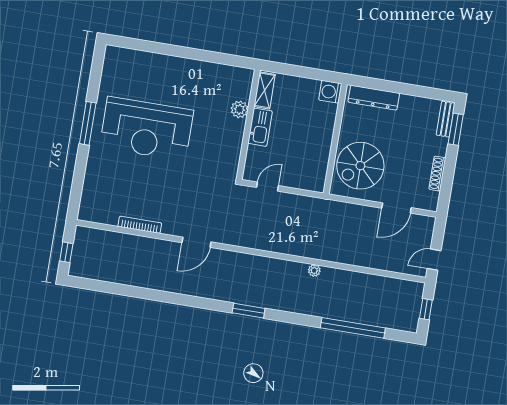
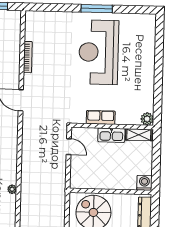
plant: (239, 109) -> (147, 119), moved
row of seats: (234, 138) -> (101, 117), added

